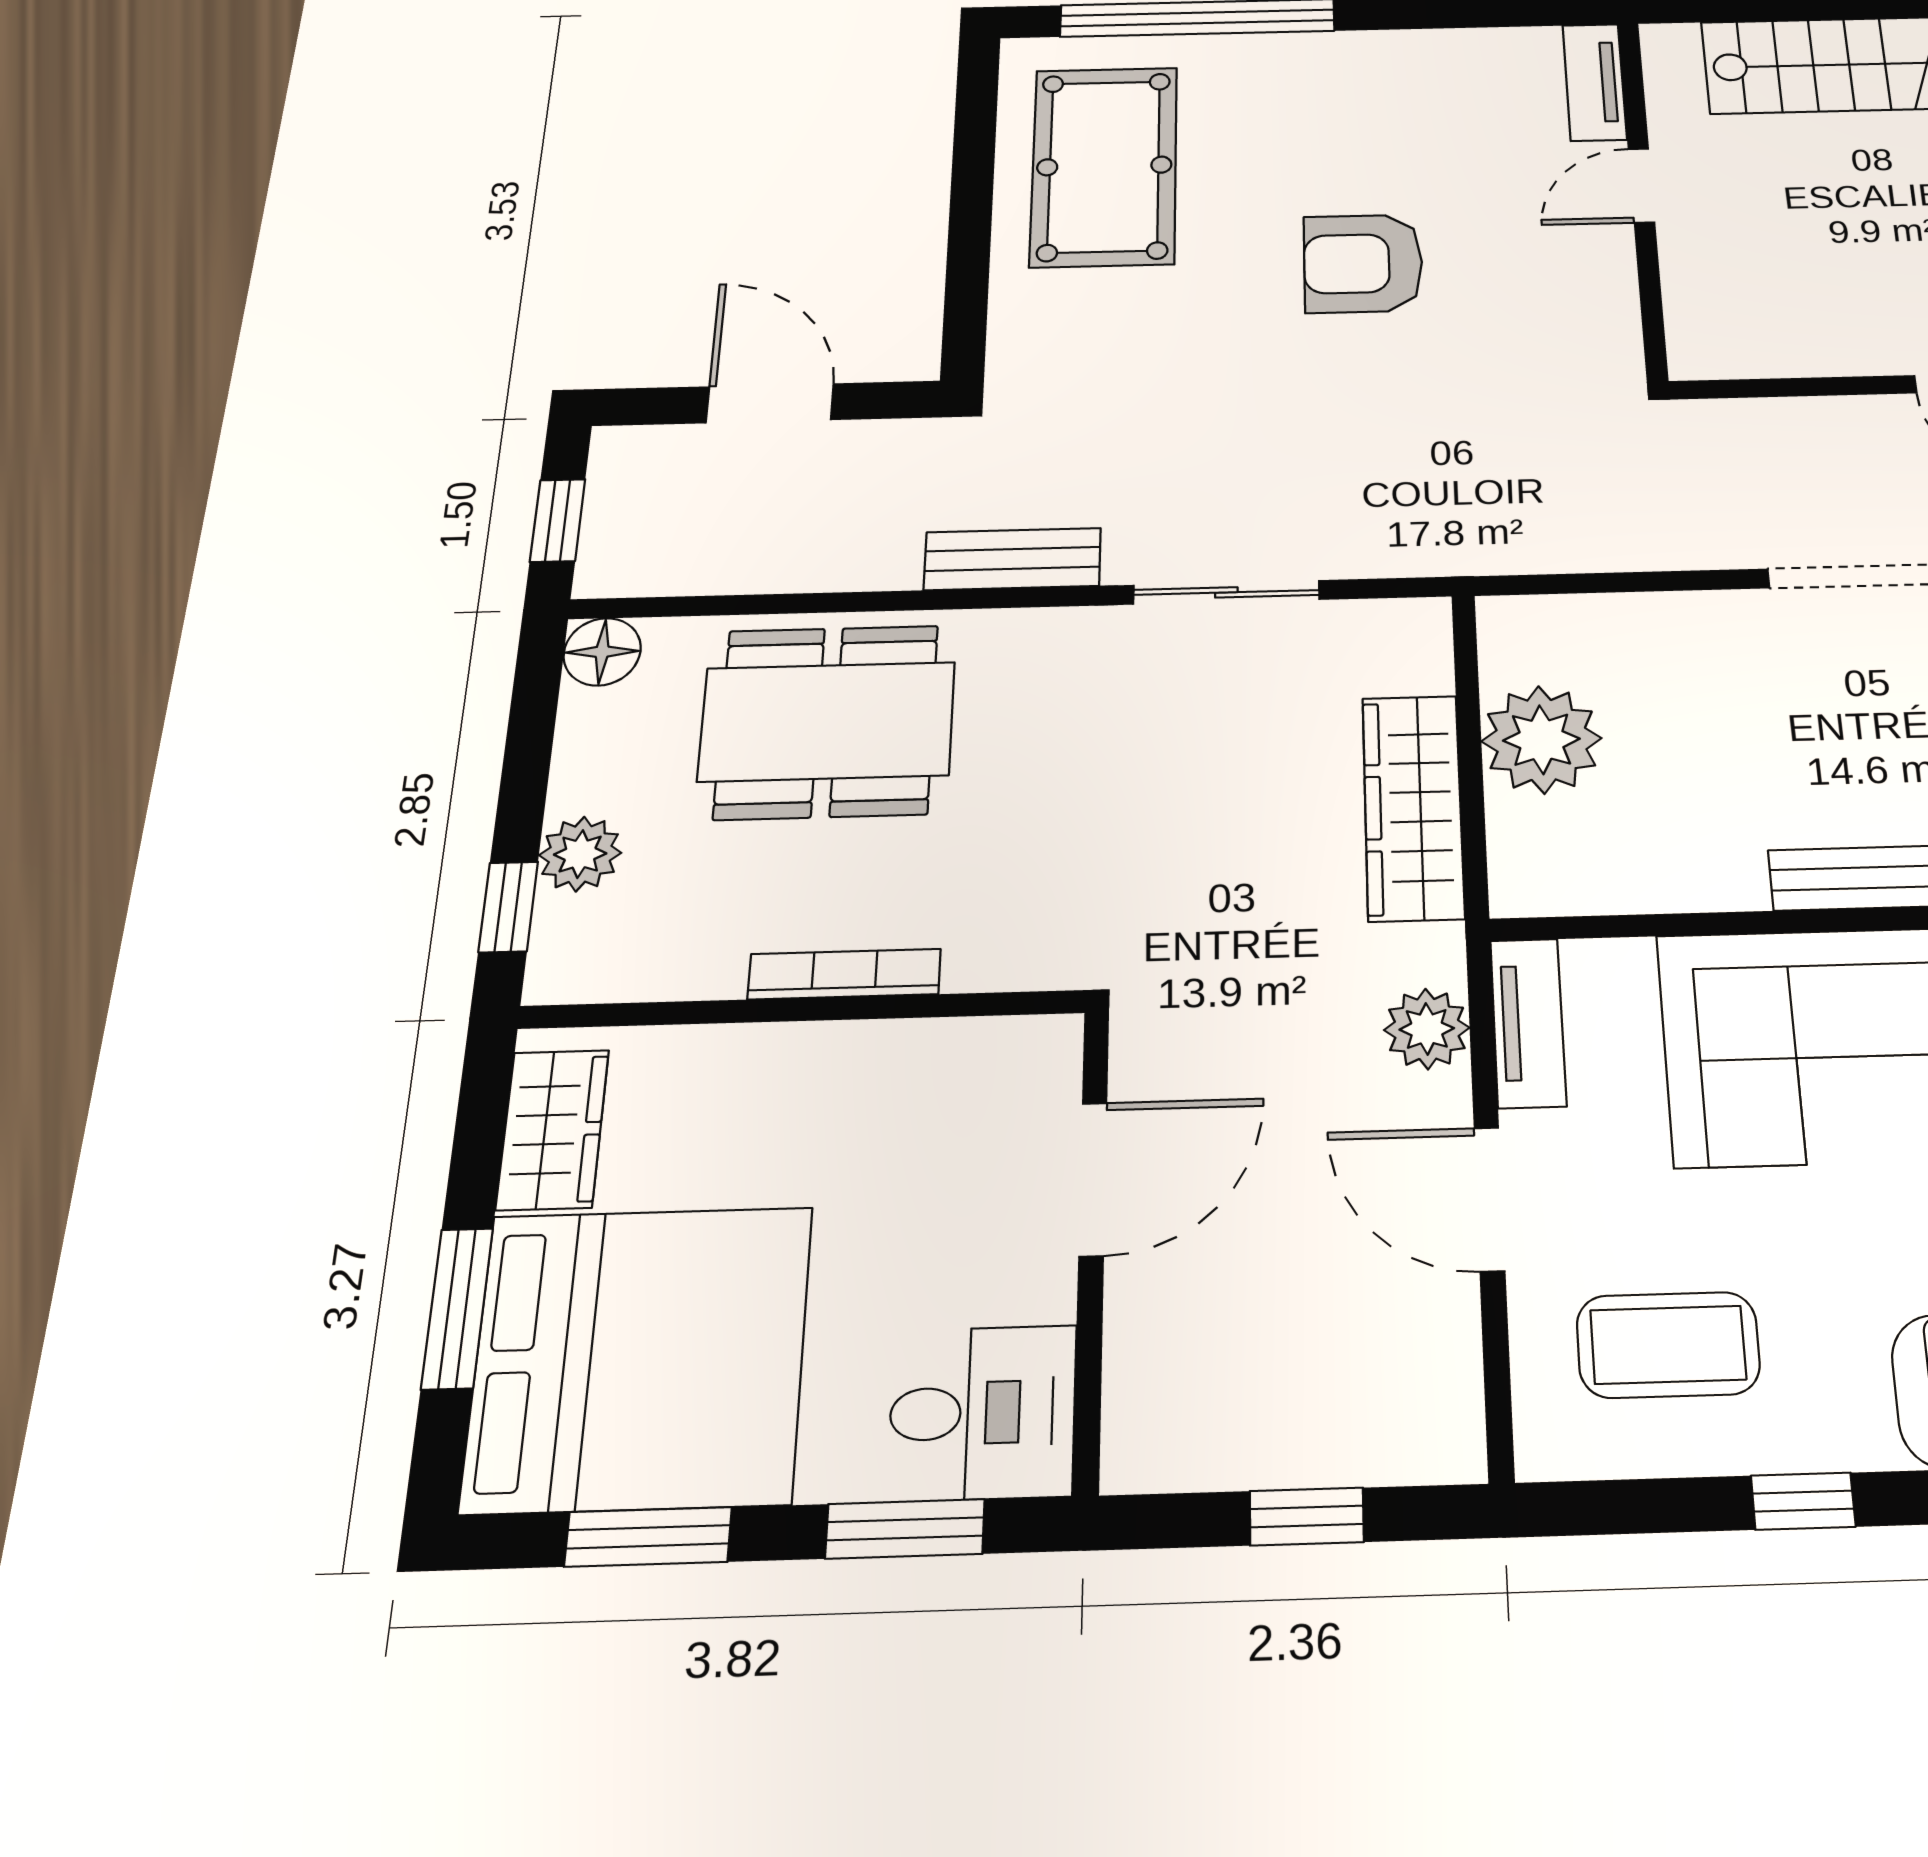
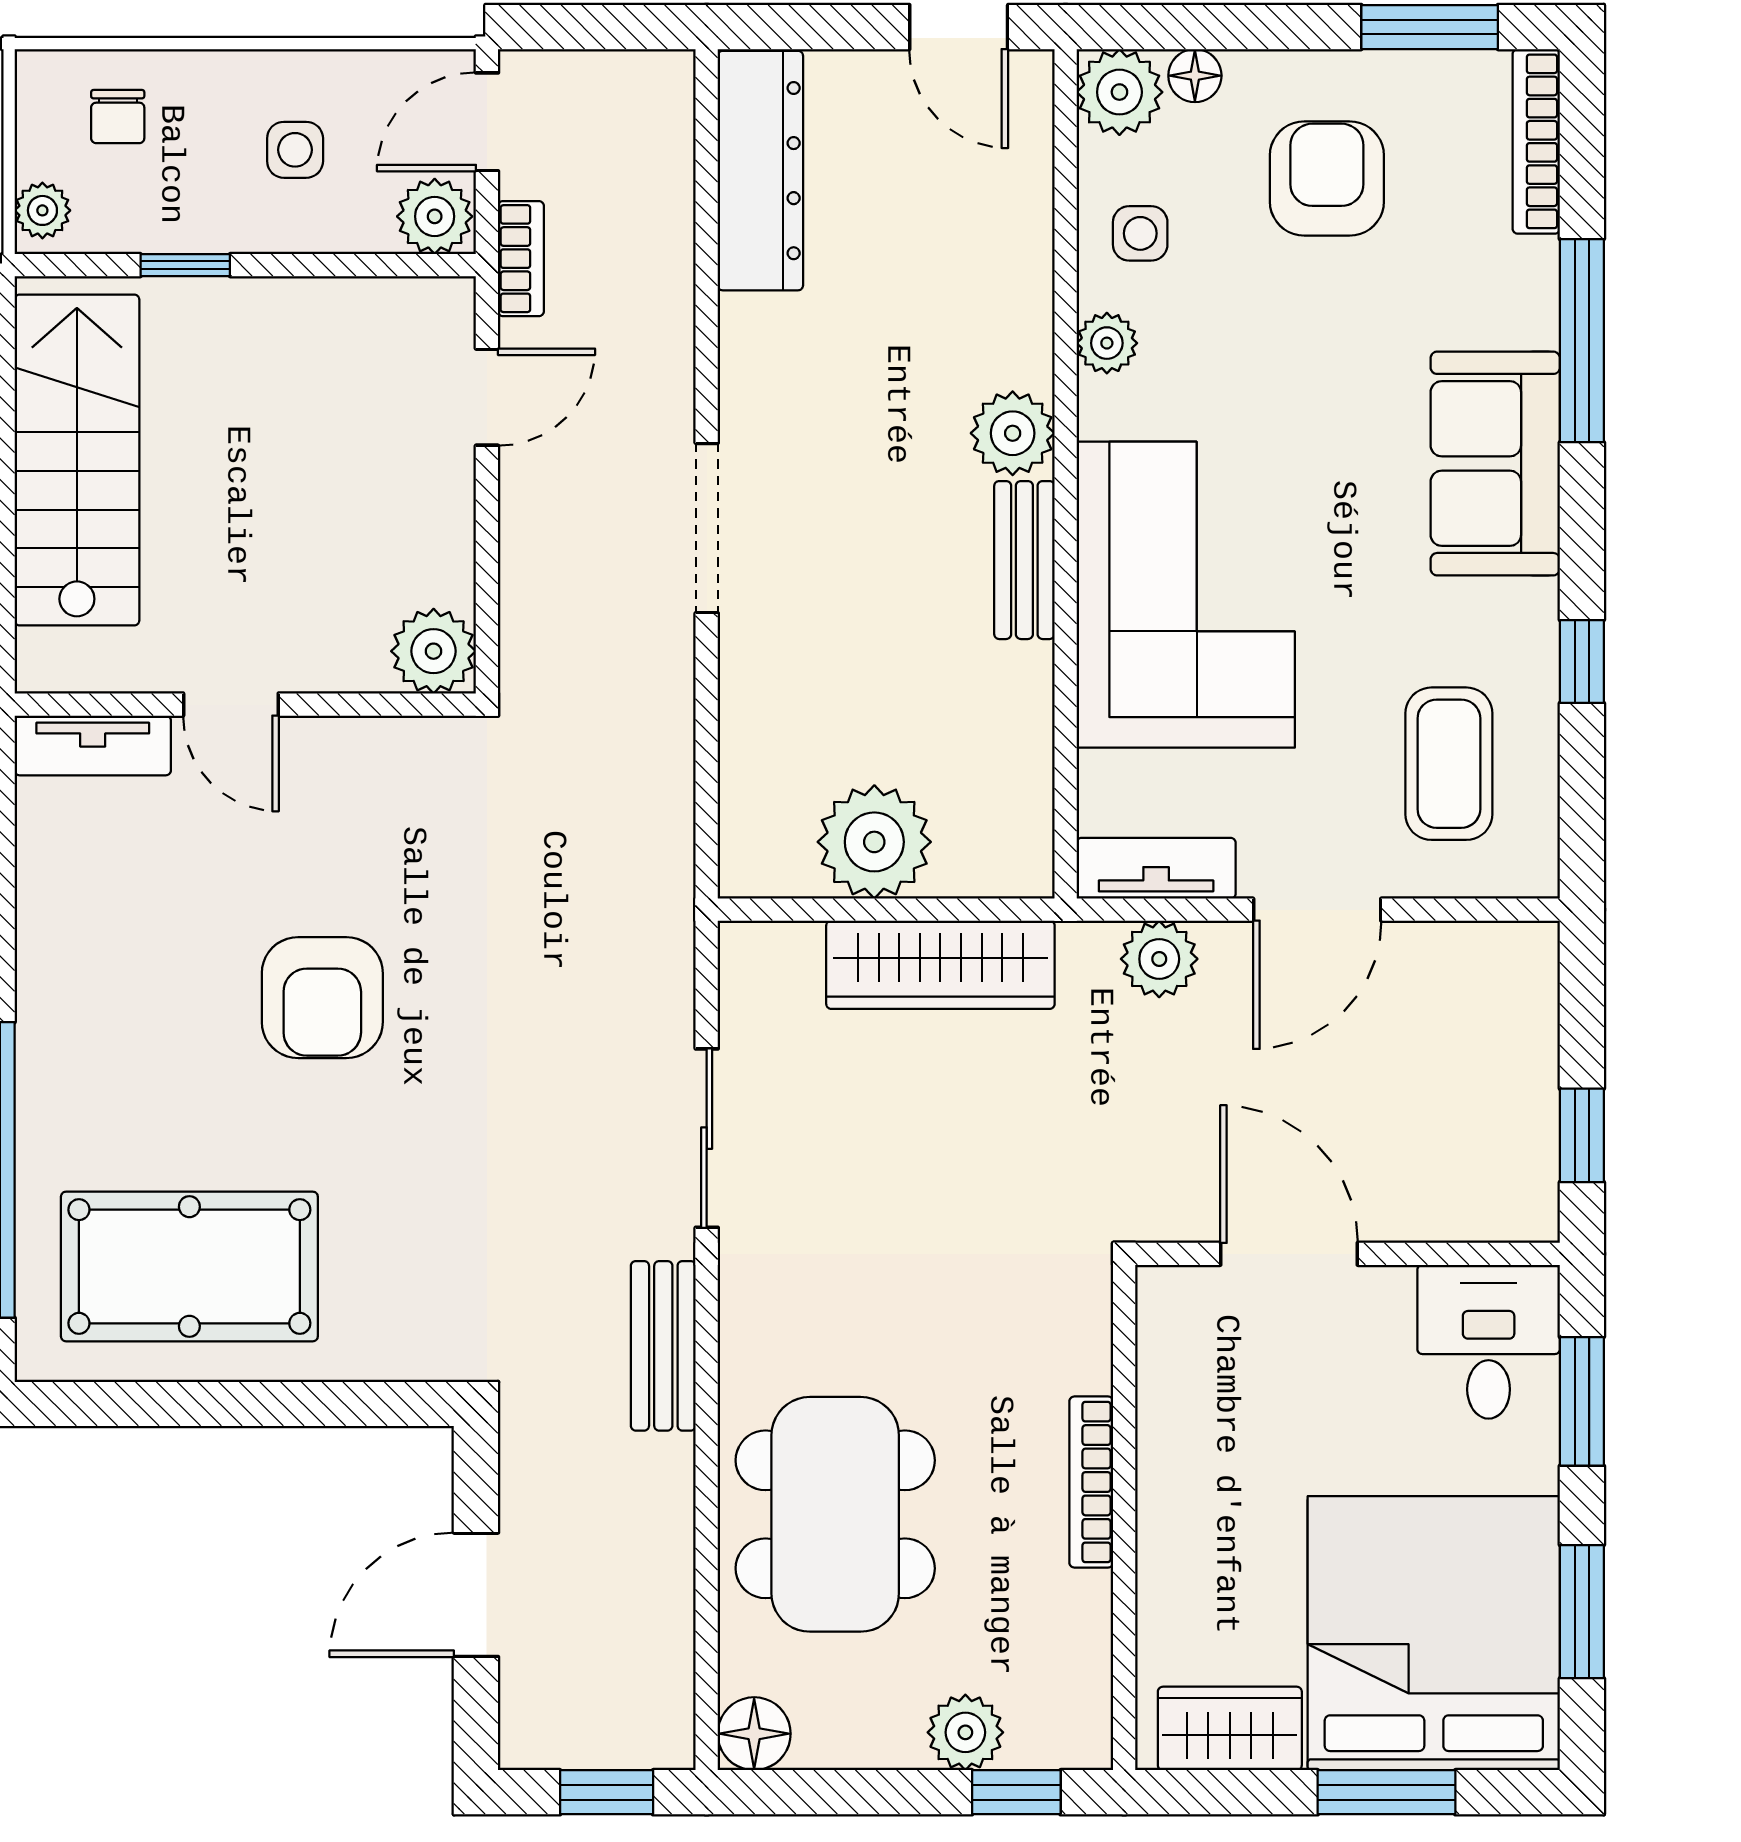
plant: (1707, 345) -> (434, 651), added
window: (1307, 1516) -> (1582, 1135), moved

